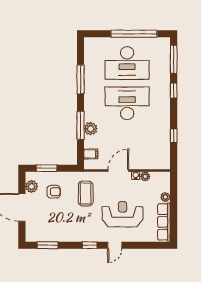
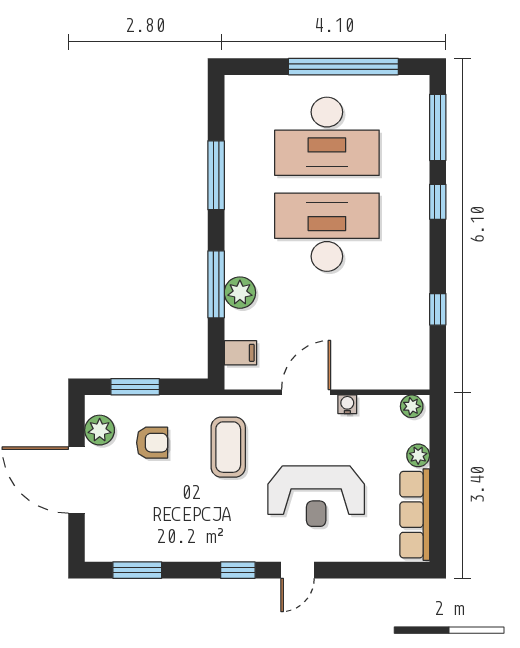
plant: (145, 176) -> (412, 406), moved
reception desk: (123, 214) -> (316, 496), turned 180

